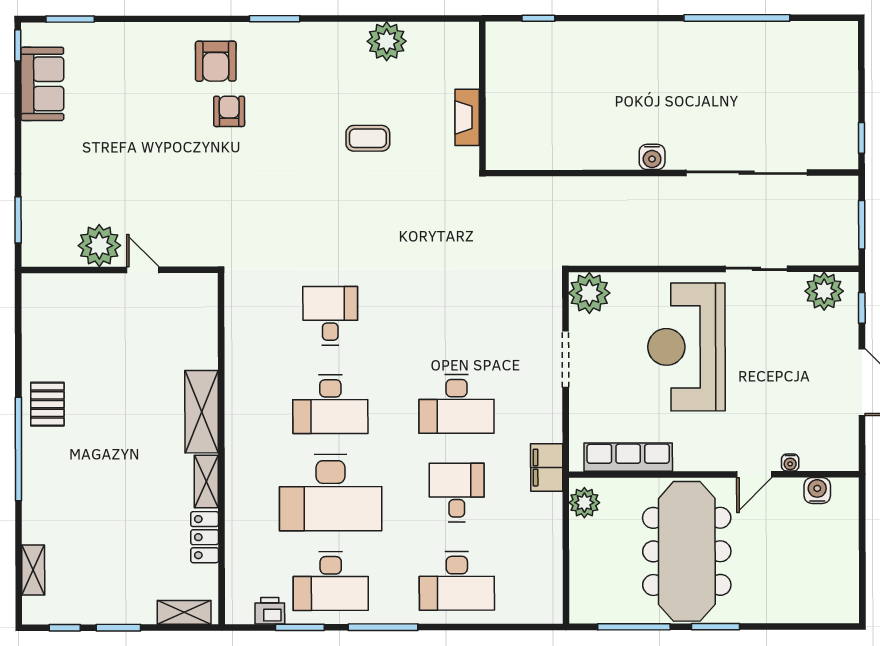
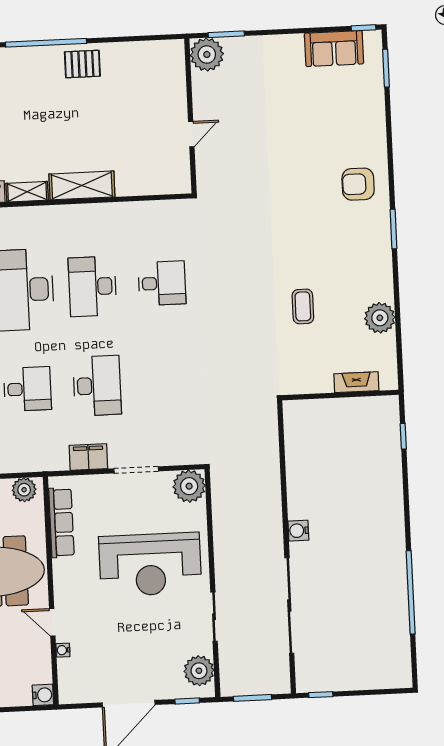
armchair: (229, 111) -> (319, 196), removed
fireplace: (467, 117) -> (356, 382), moved
plant: (99, 246) -> (207, 54), moved
reception desk: (686, 347) -> (150, 564), turned 180
desk: (457, 404) -> (97, 386), turned 180
filing cabinet: (547, 468) -> (88, 457), moved
water cooler: (817, 491) -> (43, 695), moved

